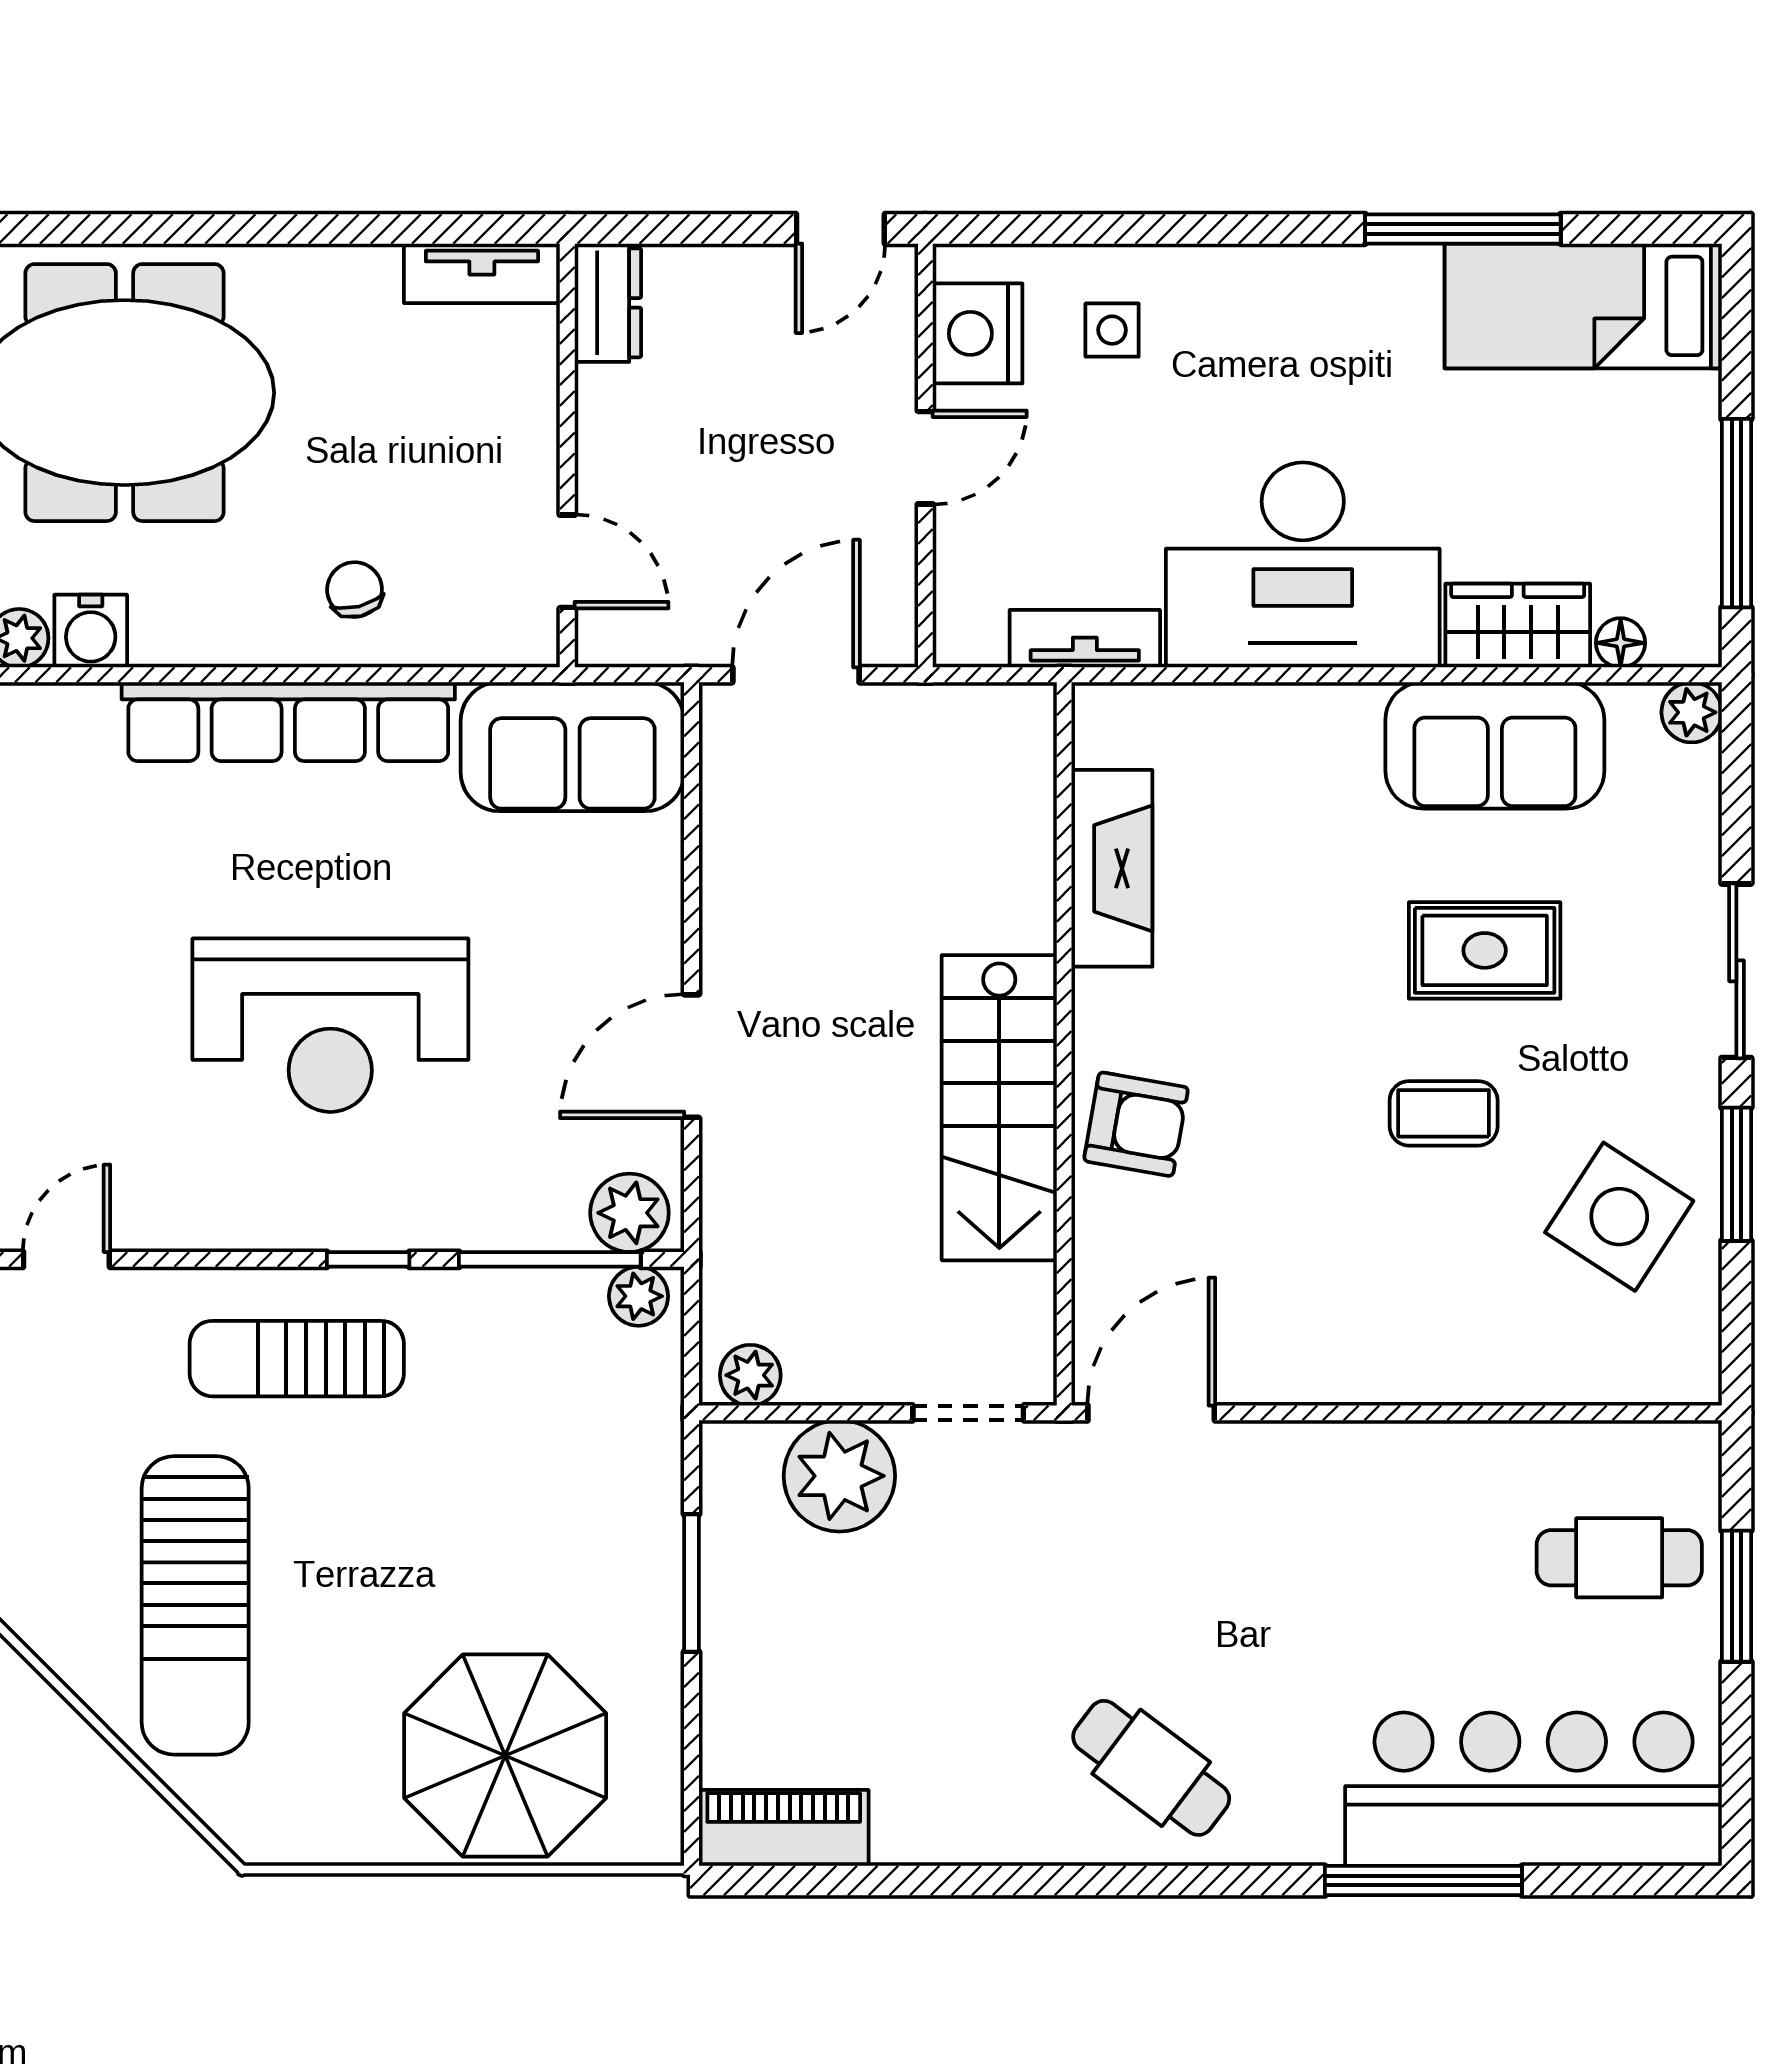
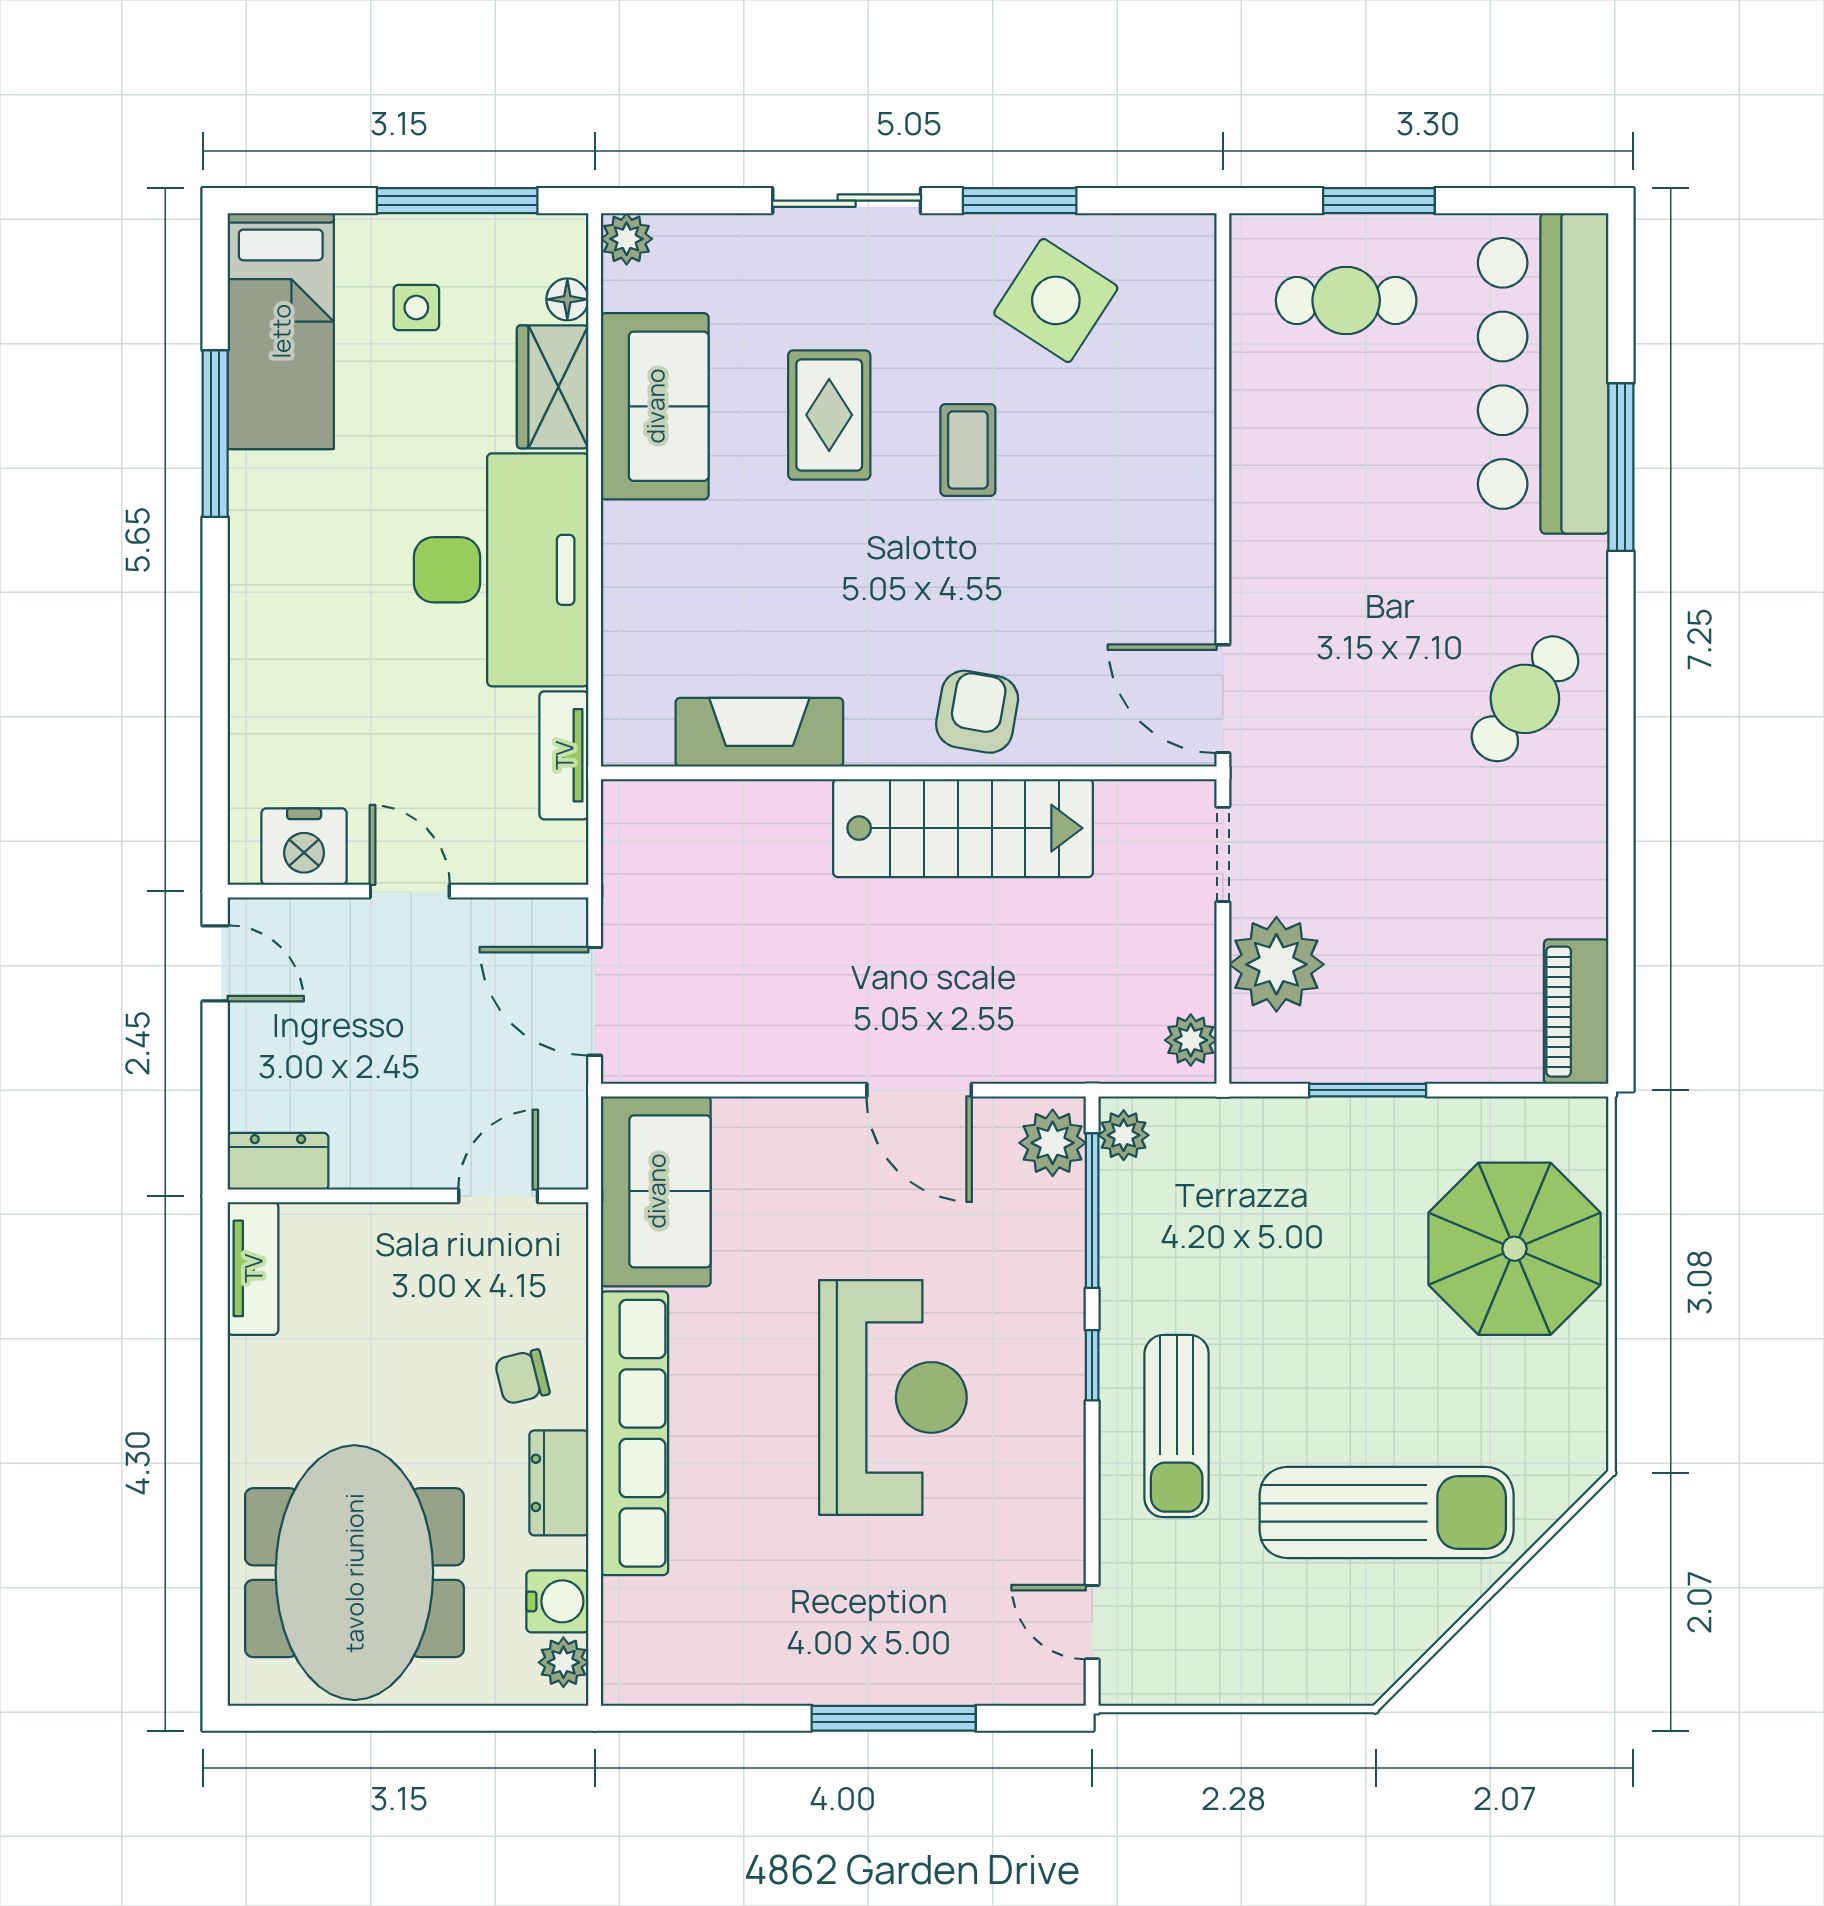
side table: (1112, 330) -> (416, 307), moved
dresser: (230, 633) -> (559, 1483), added
cafe table: (1619, 1558) -> (1346, 300), turned 90

